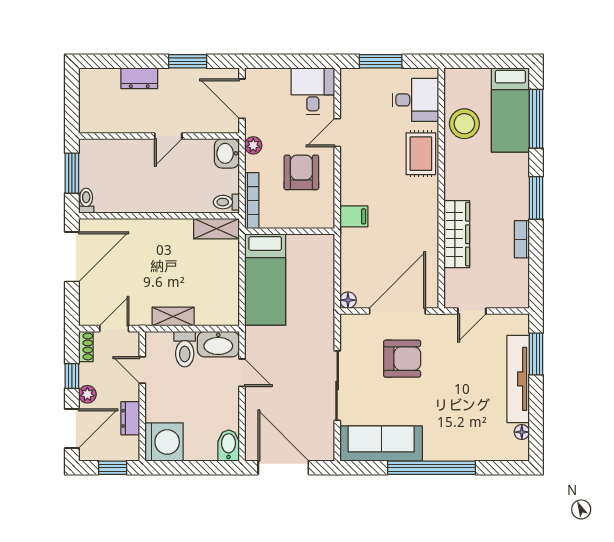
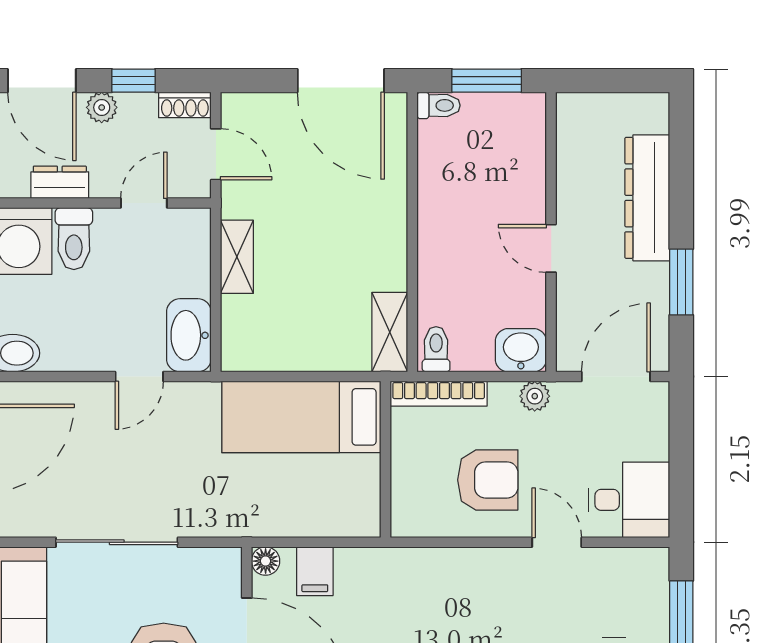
dresser: (139, 78) -> (647, 198), width x1.96, depth x1.24
filing cabinet: (354, 216) -> (315, 571), moved
toilet: (185, 349) -> (74, 239), moved, turned -90

